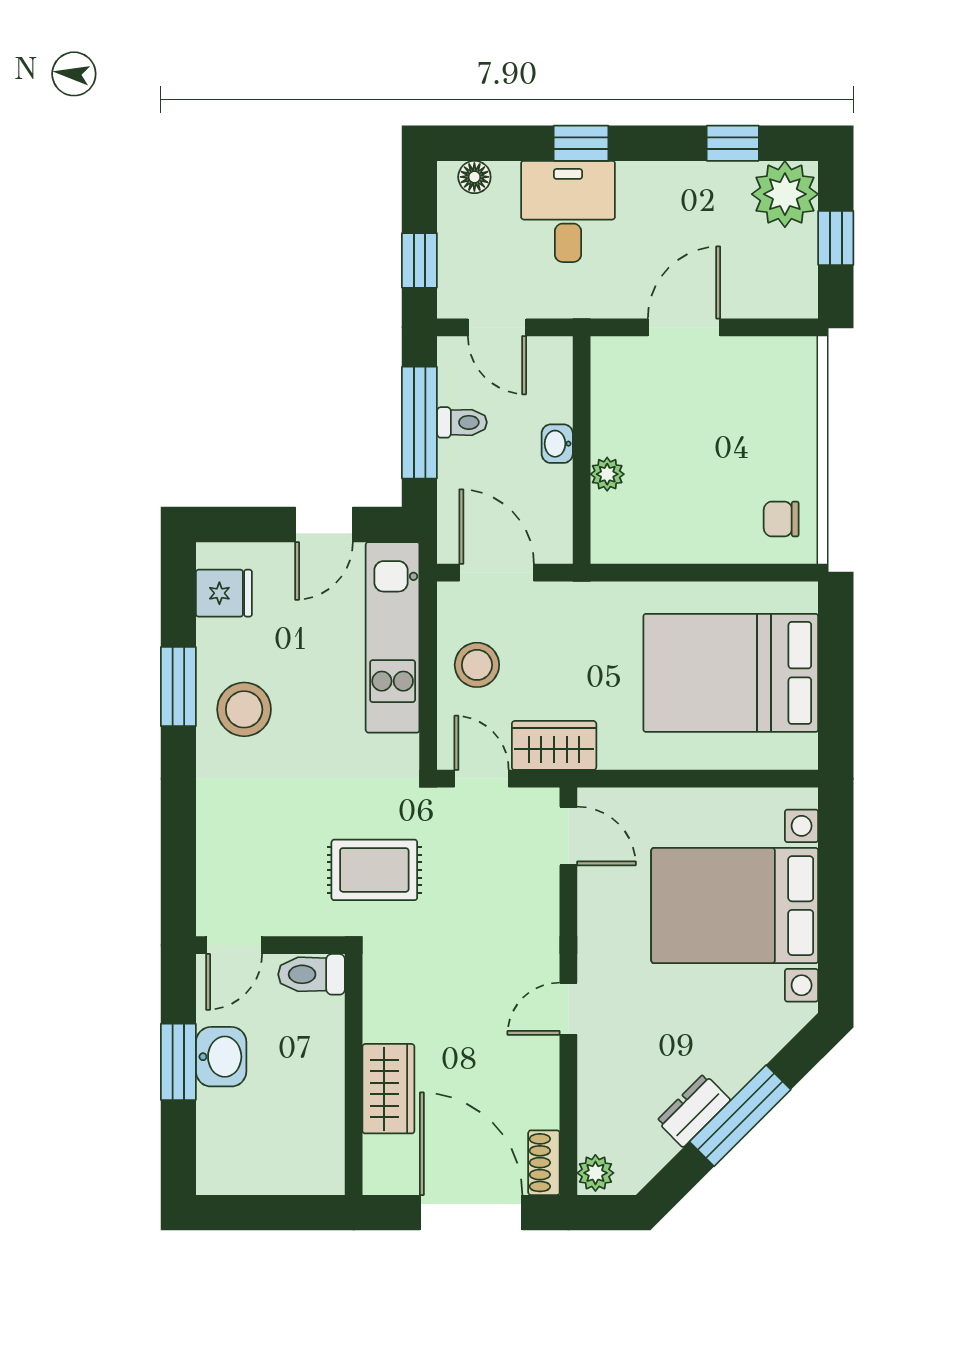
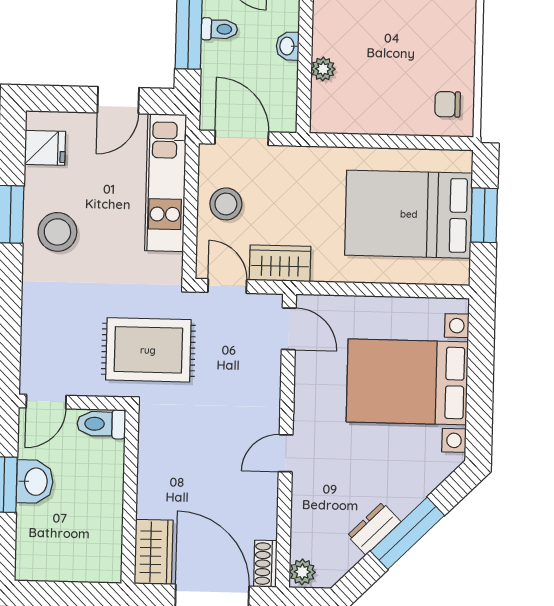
window: (836, 672) -> (484, 215), added
rug: (374, 870) -> (148, 350), width x1.36, depth x1.43
wardrobe: (388, 1089) -> (154, 552), moved

